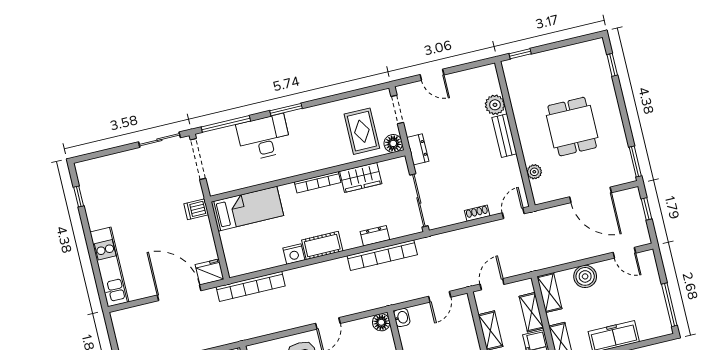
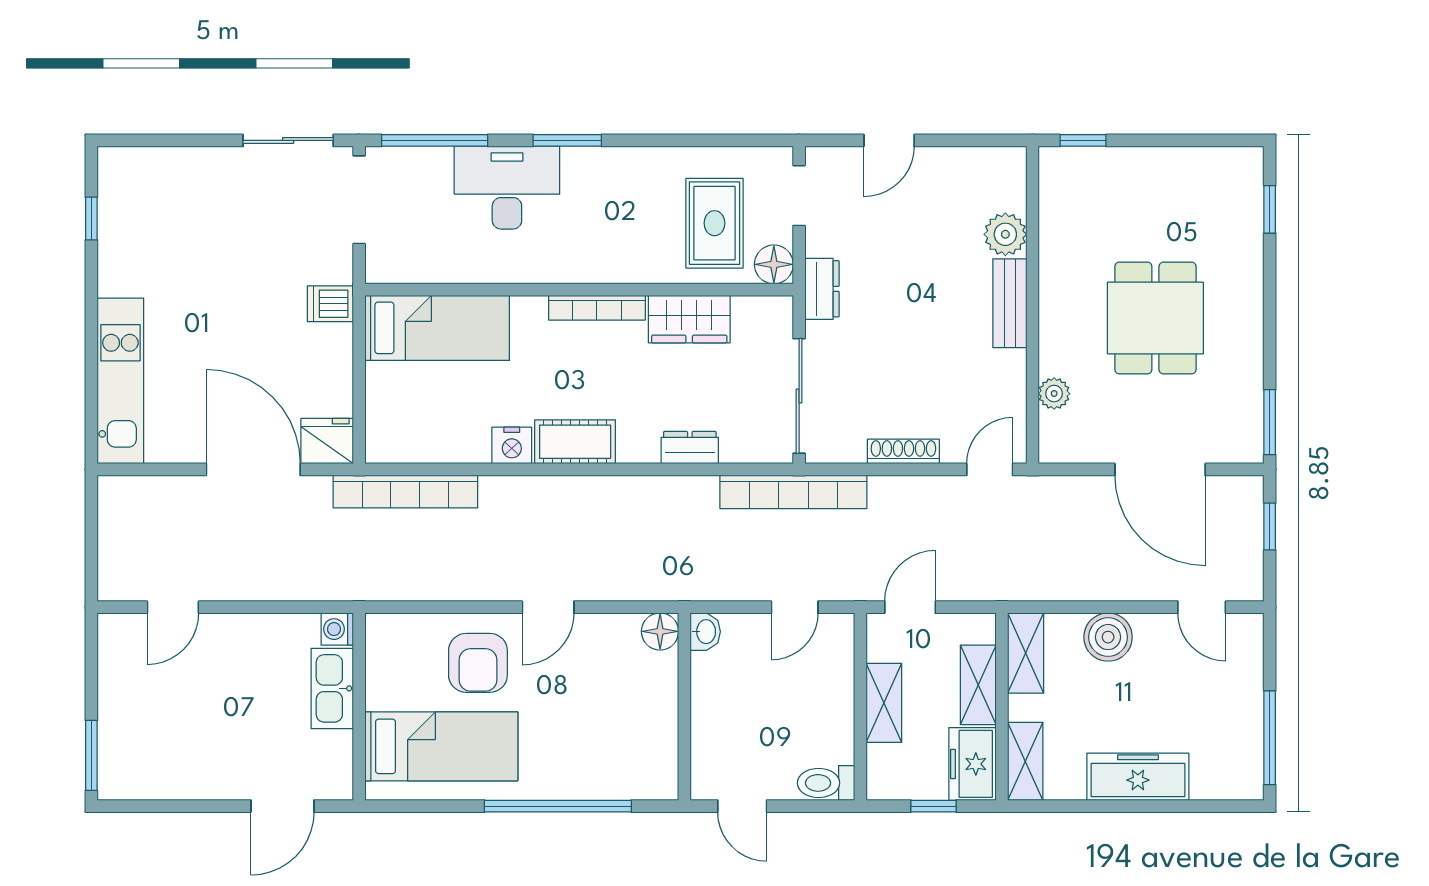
door: (432, 75) -> (889, 140), hinge flipped
shoe rack: (477, 213) -> (903, 451), width x1.43
bookcase: (382, 255) -> (793, 492), moved

